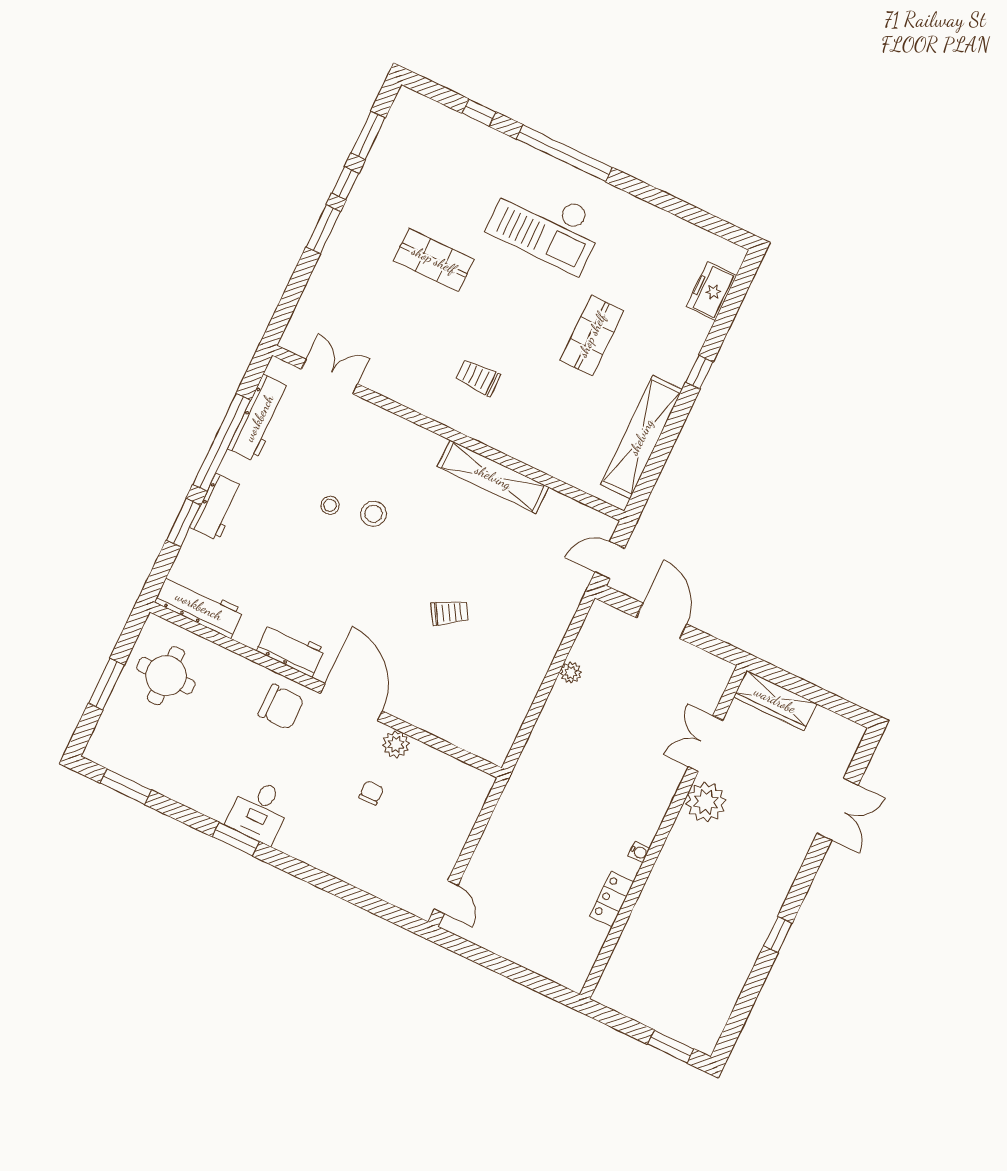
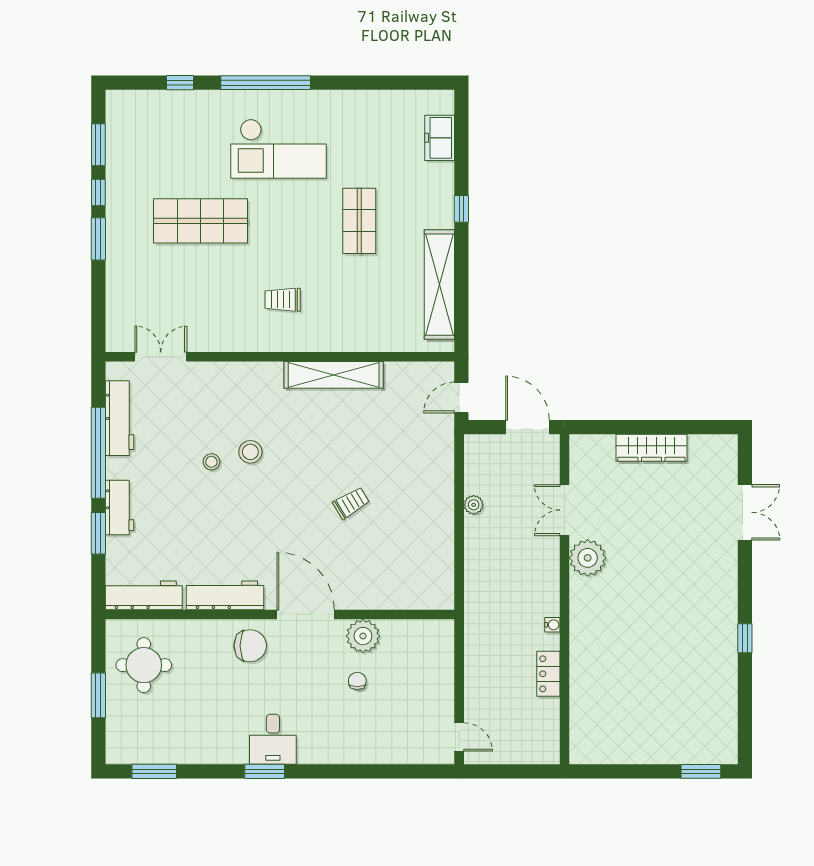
shop shelf: (434, 260) -> (201, 221), width x1.43, depth x1.36
workbench: (291, 650) -> (225, 595), width x1.38
double door: (706, 743) -> (565, 510), moved
plant: (396, 744) -> (363, 636), width x1.36, depth x1.36
plant: (706, 802) -> (588, 558), moved
wall: (663, 832) -> (565, 599), moved
water cooler: (639, 852) -> (552, 625), moved
locker: (612, 899) -> (548, 674), moved

